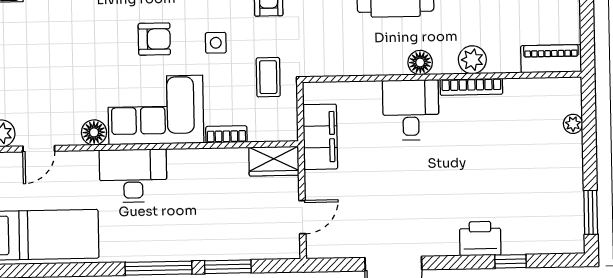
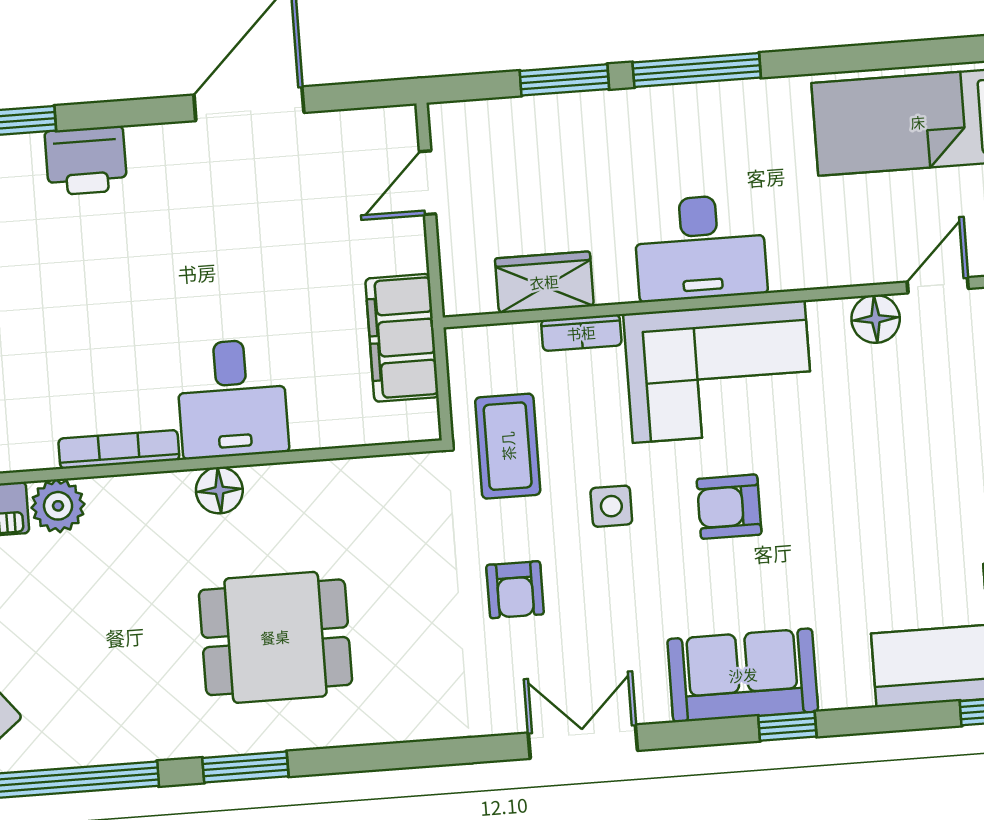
plant: (472, 60) -> (58, 506), moved
coffee table: (268, 77) -> (508, 446), width x1.36, depth x1.30
floor lamp: (94, 132) -> (876, 319), moved
wardrobe: (274, 161) -> (544, 282), moved
desk: (133, 176) -> (700, 248), moved

